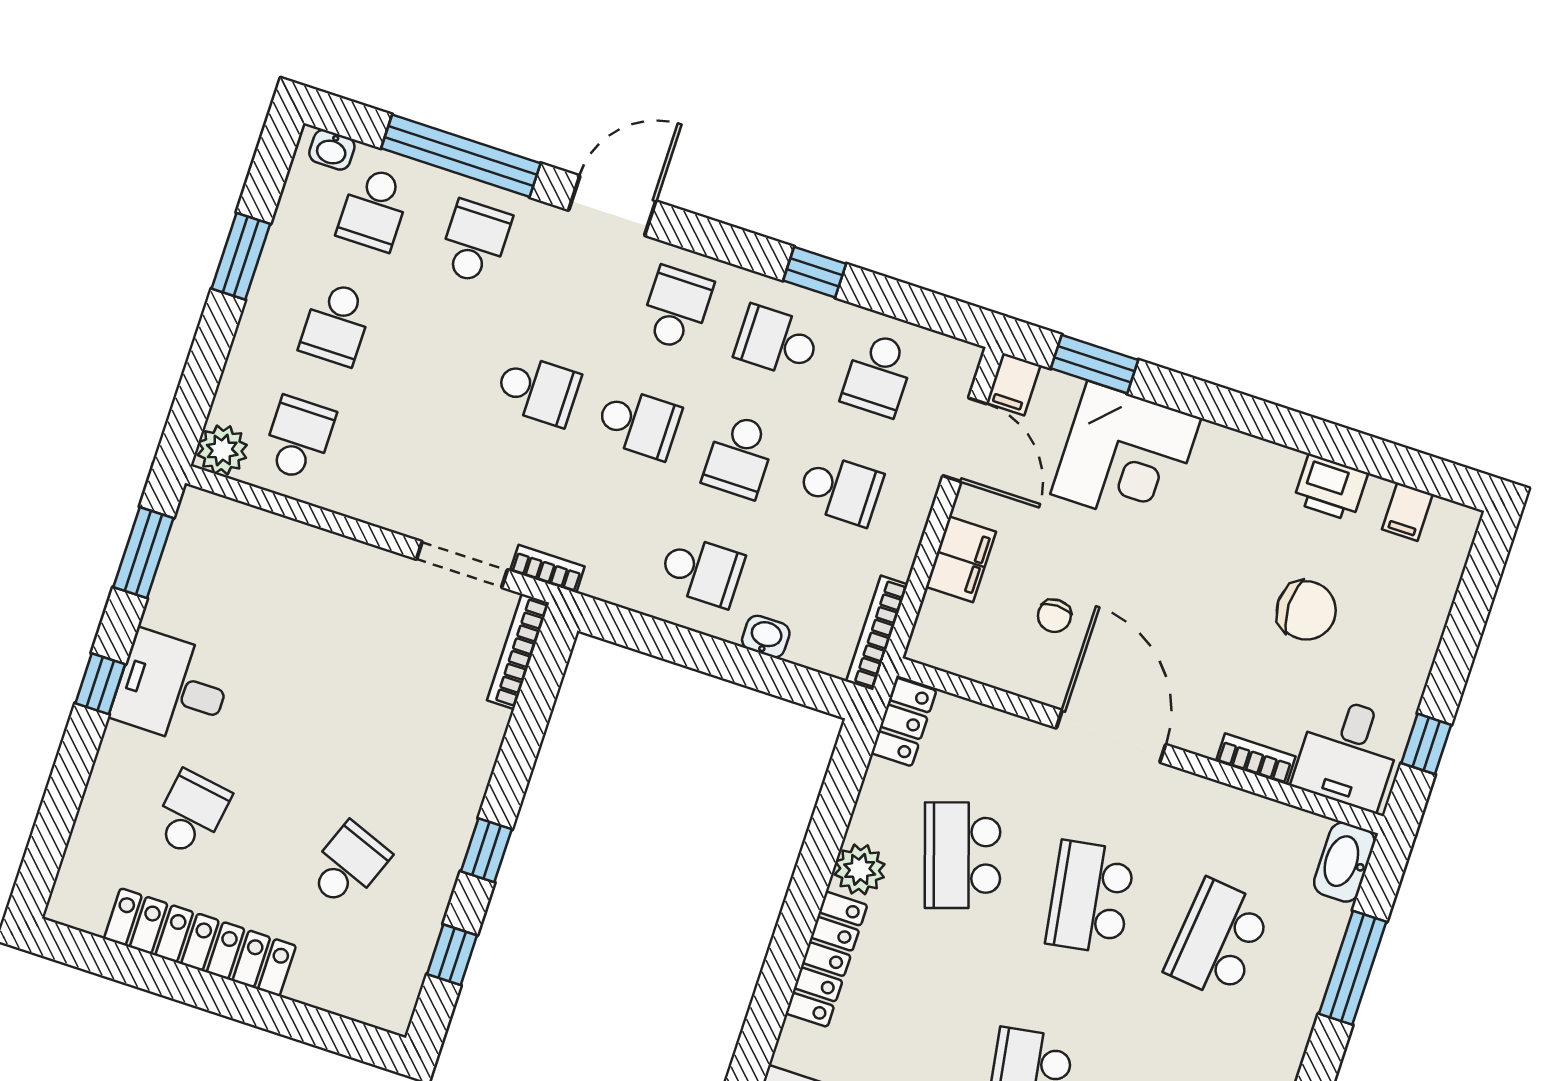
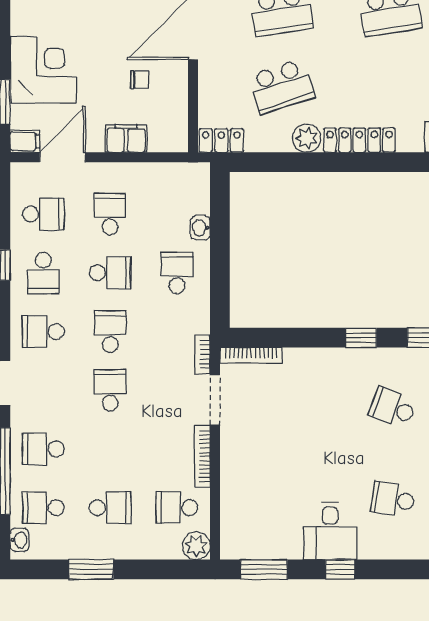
school desk: (374, 209) -> (43, 508), turned 180
bookcase: (877, 633) -> (202, 456), moved, turned 90

